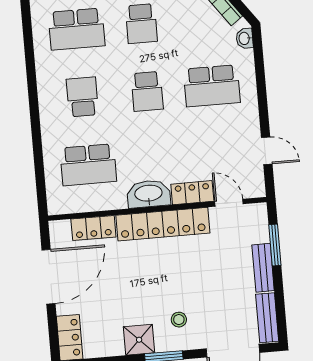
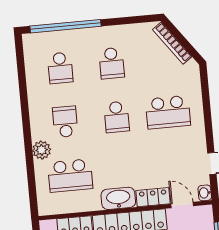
school desk: (77, 29) -> (60, 68), width x0.54
washbasin: (245, 38) -> (205, 193), moved
plant: (52, 132) -> (42, 150), added

